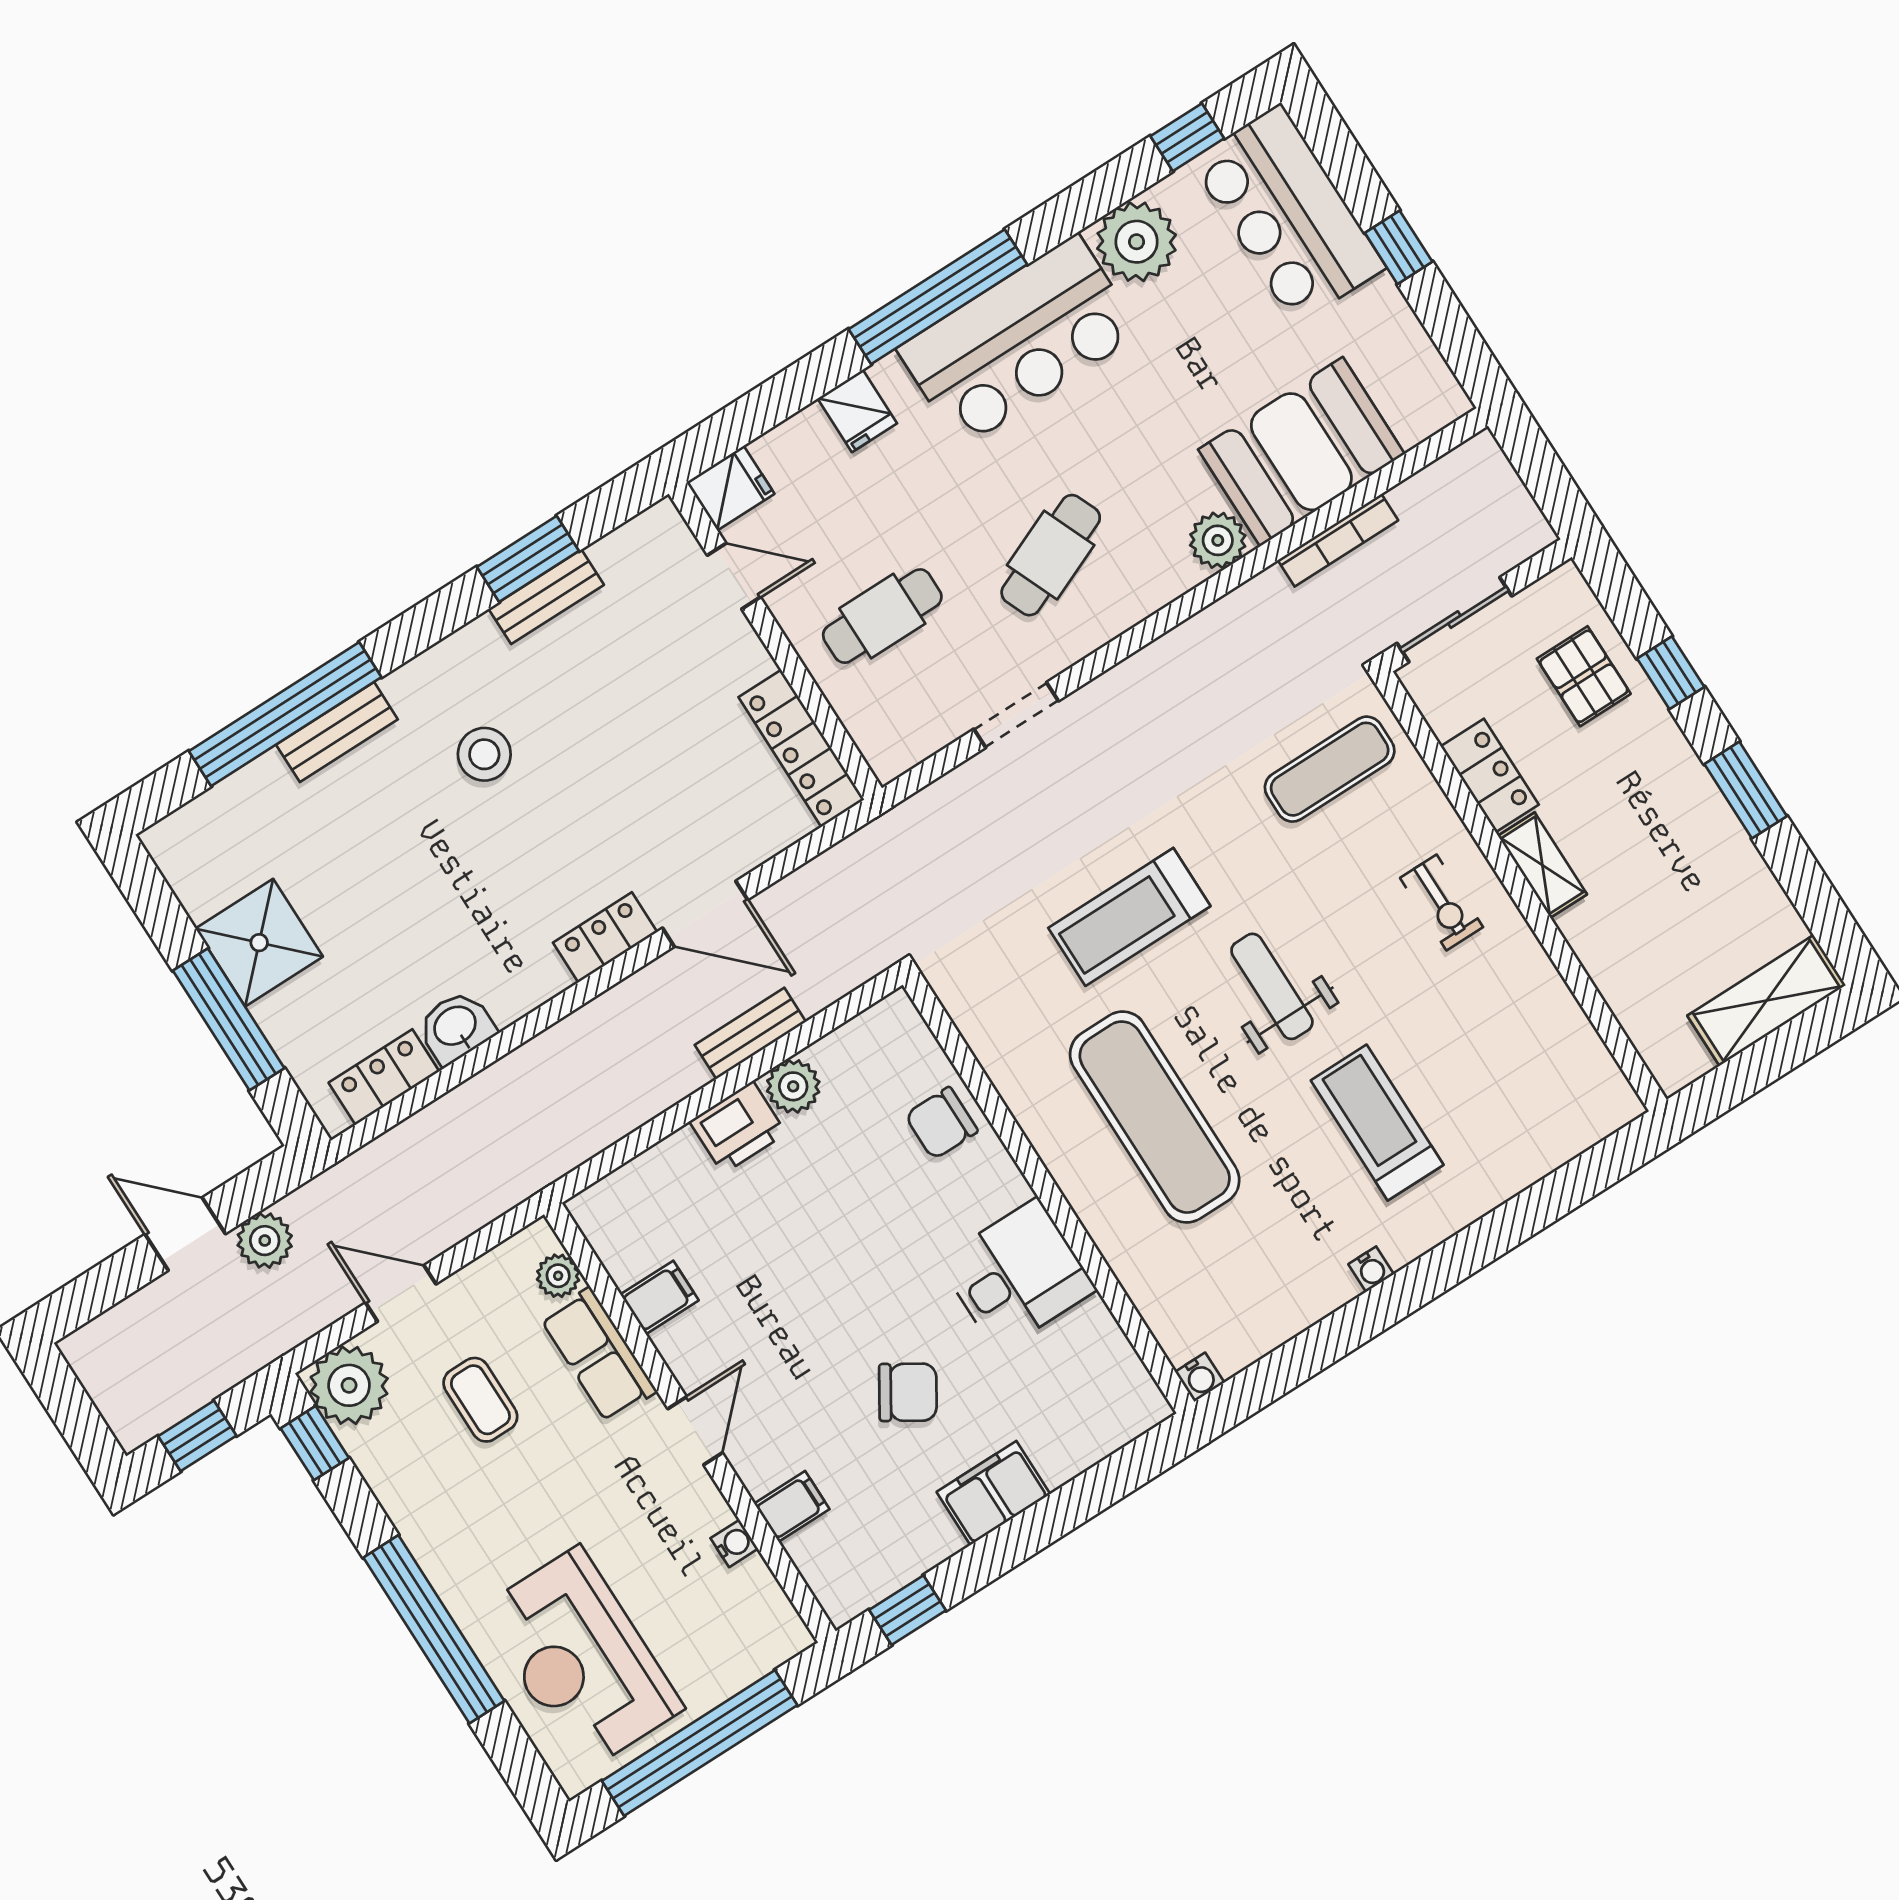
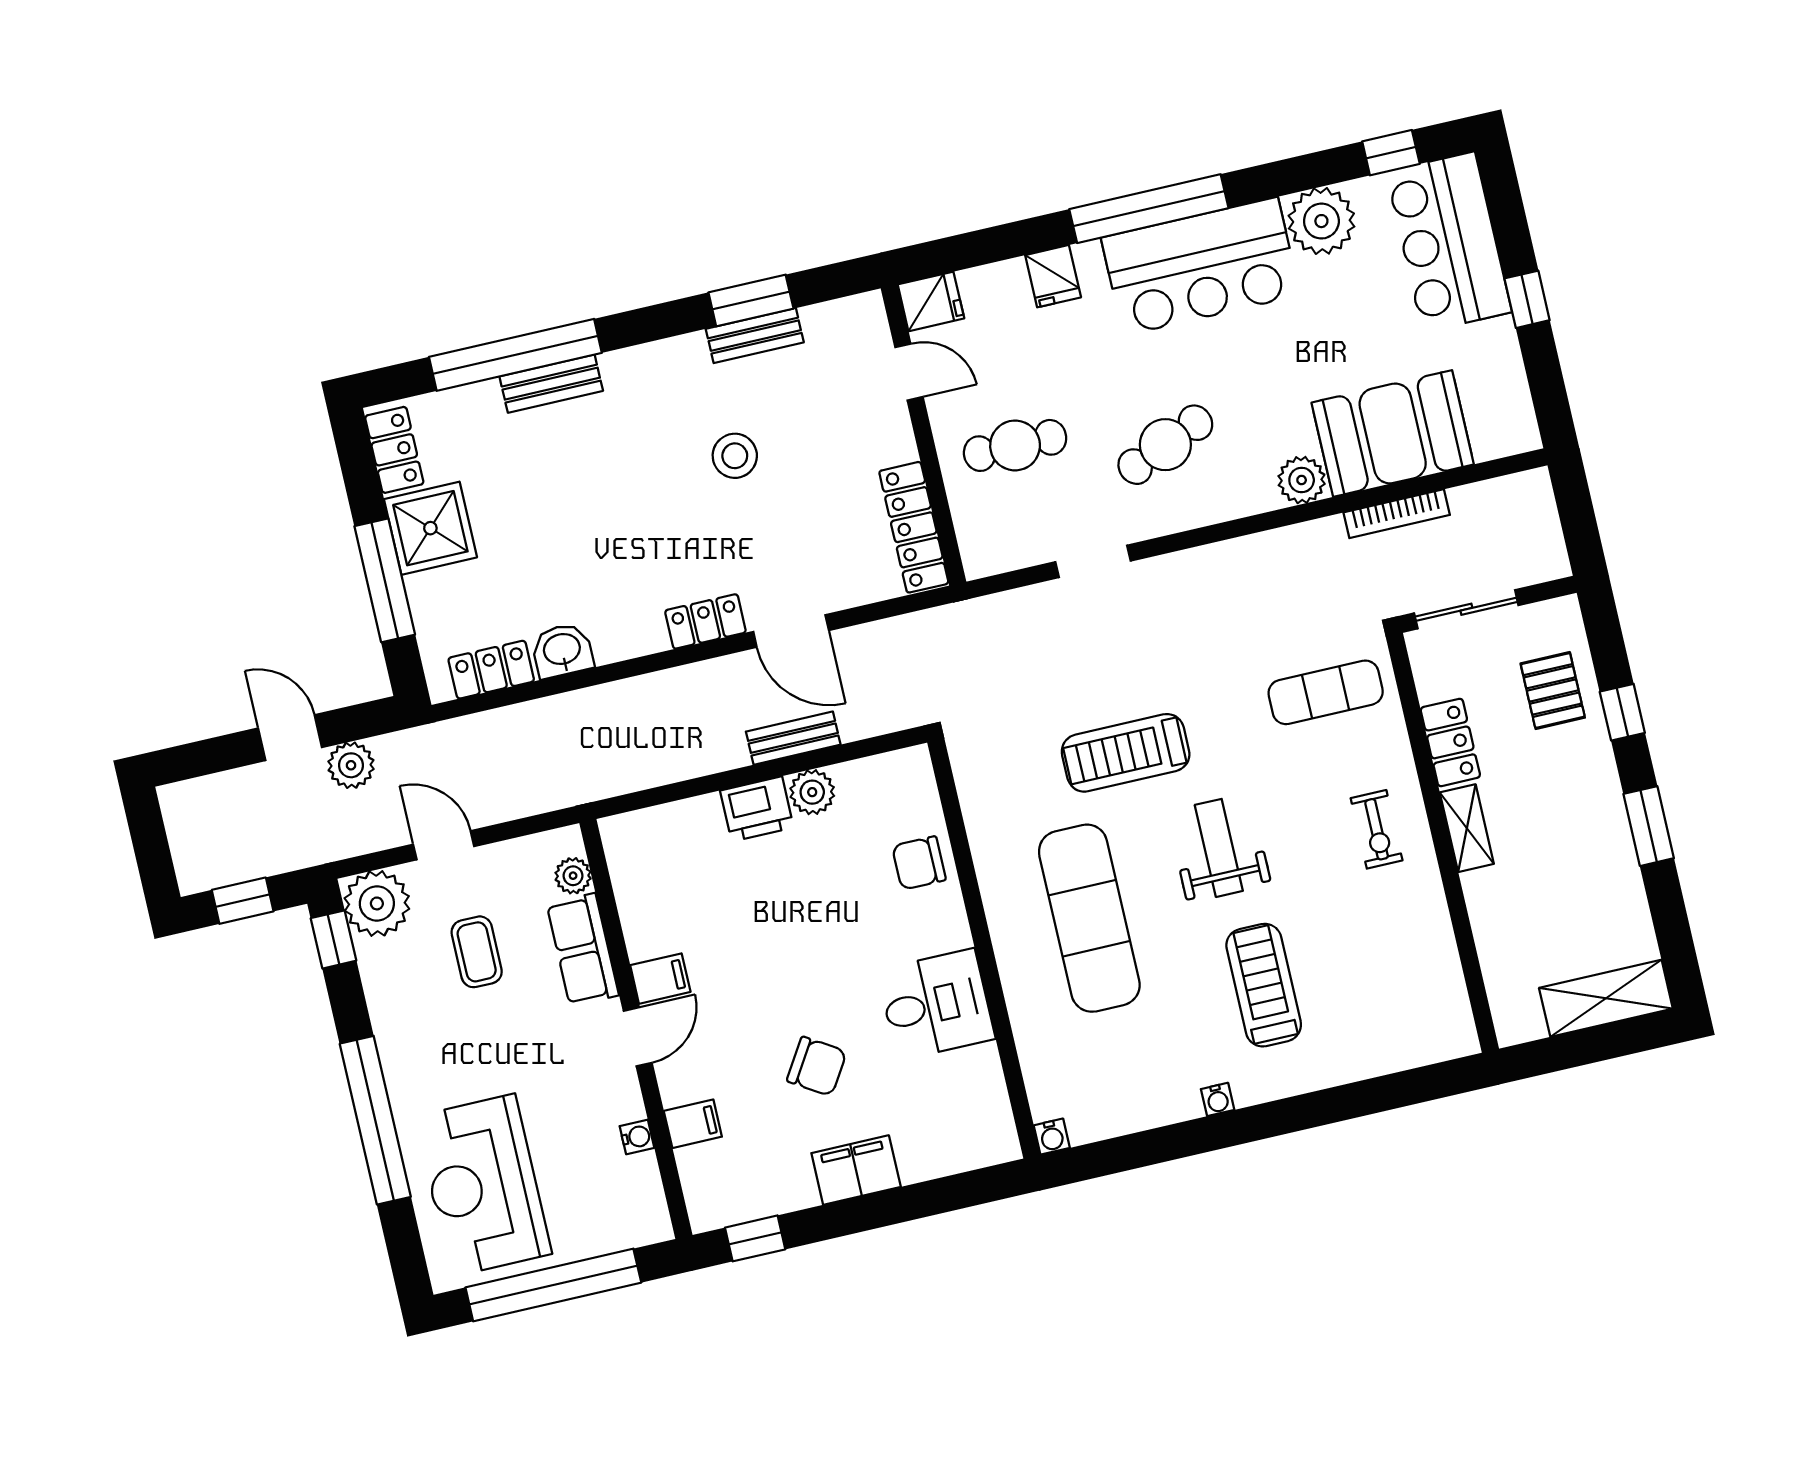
stool: (484, 754) -> (735, 456), moved
locker: (187, 869) -> (394, 450), added
filing cabinet: (660, 1297) -> (660, 979), moved

